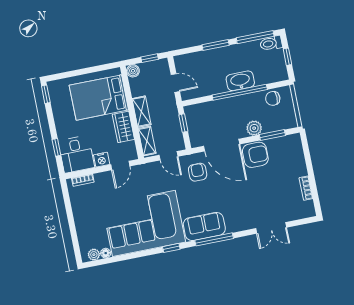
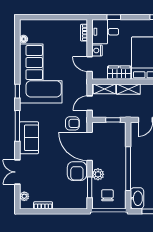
washbasin: (240, 81) -> (137, 198), moved
chair: (273, 98) -> (107, 195), moved
door: (222, 145) -> (90, 146), hinge flipped
sofa: (204, 226) -> (29, 138), moved
plant: (94, 255) -> (24, 196), moved

